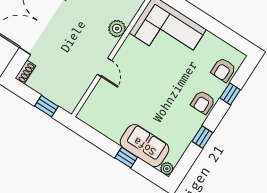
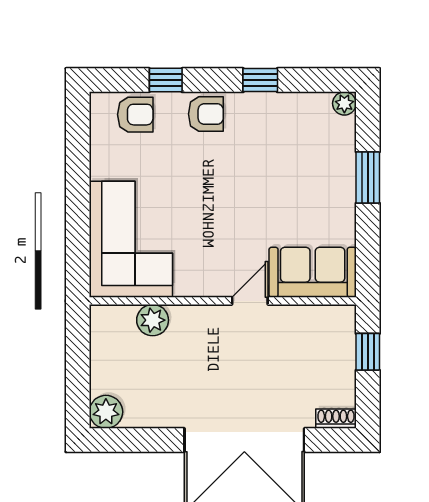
plant: (117, 29) -> (153, 320), moved
sofa: (145, 146) -> (313, 272), moved, turned 90
window: (126, 158) -> (368, 178), width x1.50

